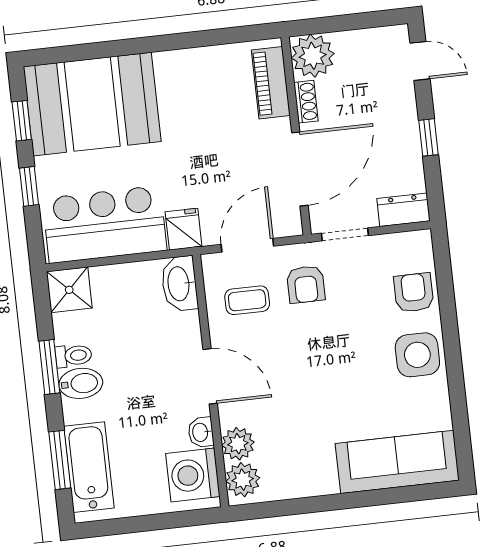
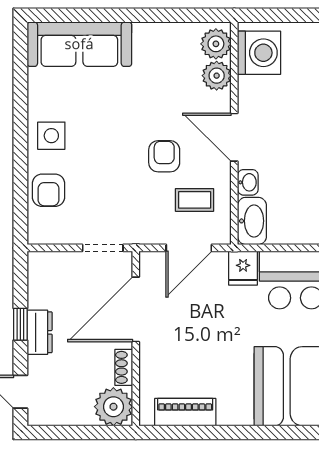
piano: (271, 83) -> (185, 412), moved, turned -90
dresser: (404, 210) -> (40, 332), moved, turned -90
armchair: (306, 284) -> (164, 156), moved
side table: (417, 355) -> (51, 136), width x0.73, depth x0.73
washbasin: (201, 432) -> (248, 182), moved

